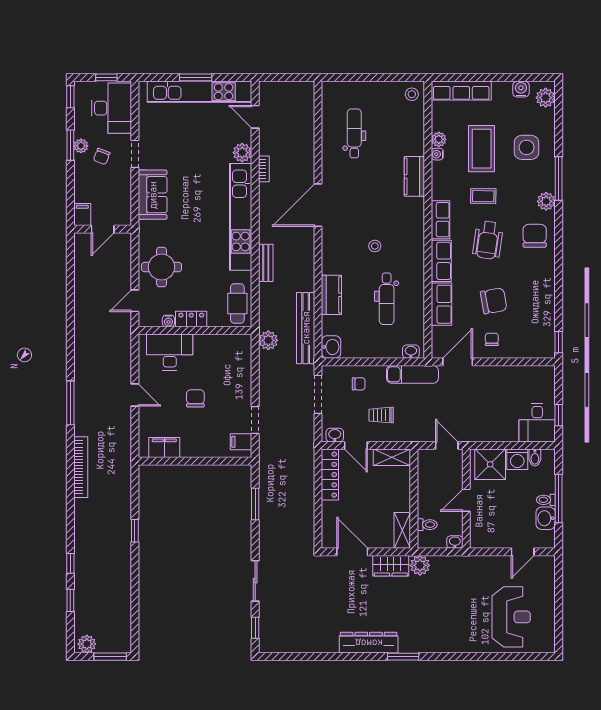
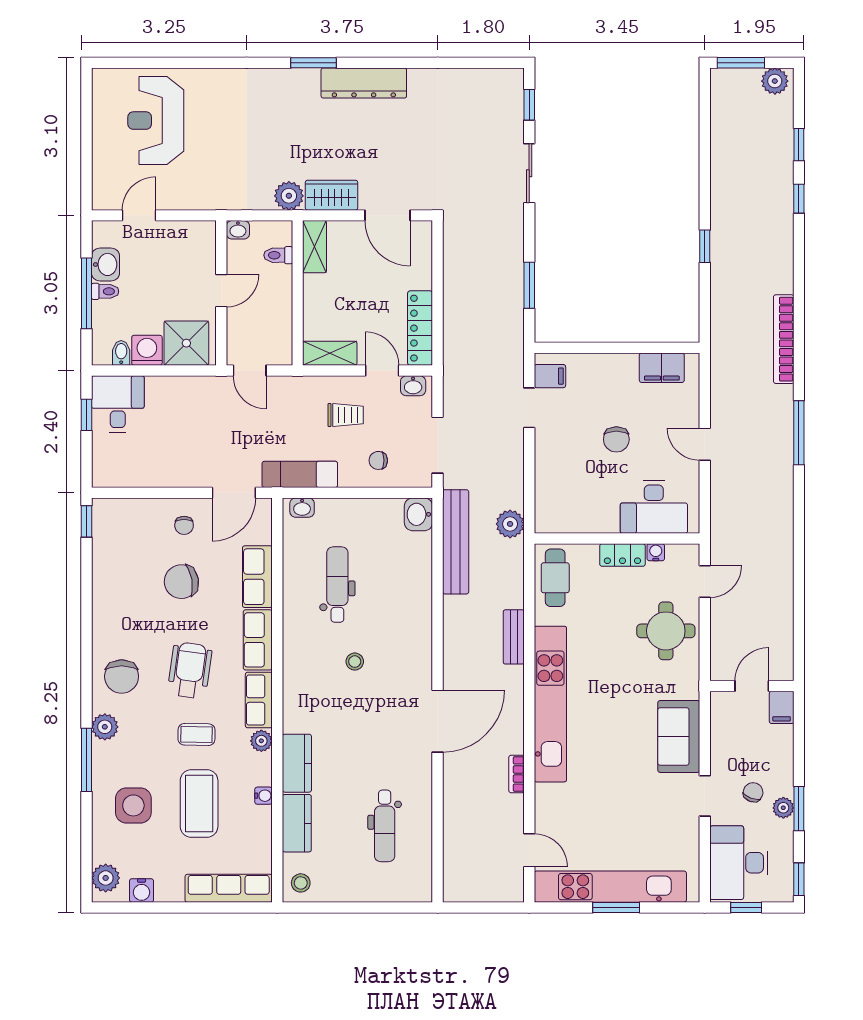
plant: (439, 139) -> (261, 741), moved
plant: (242, 153) -> (548, 798), removed
kitchen counter: (331, 295) -> (297, 823), moved, turned 180

